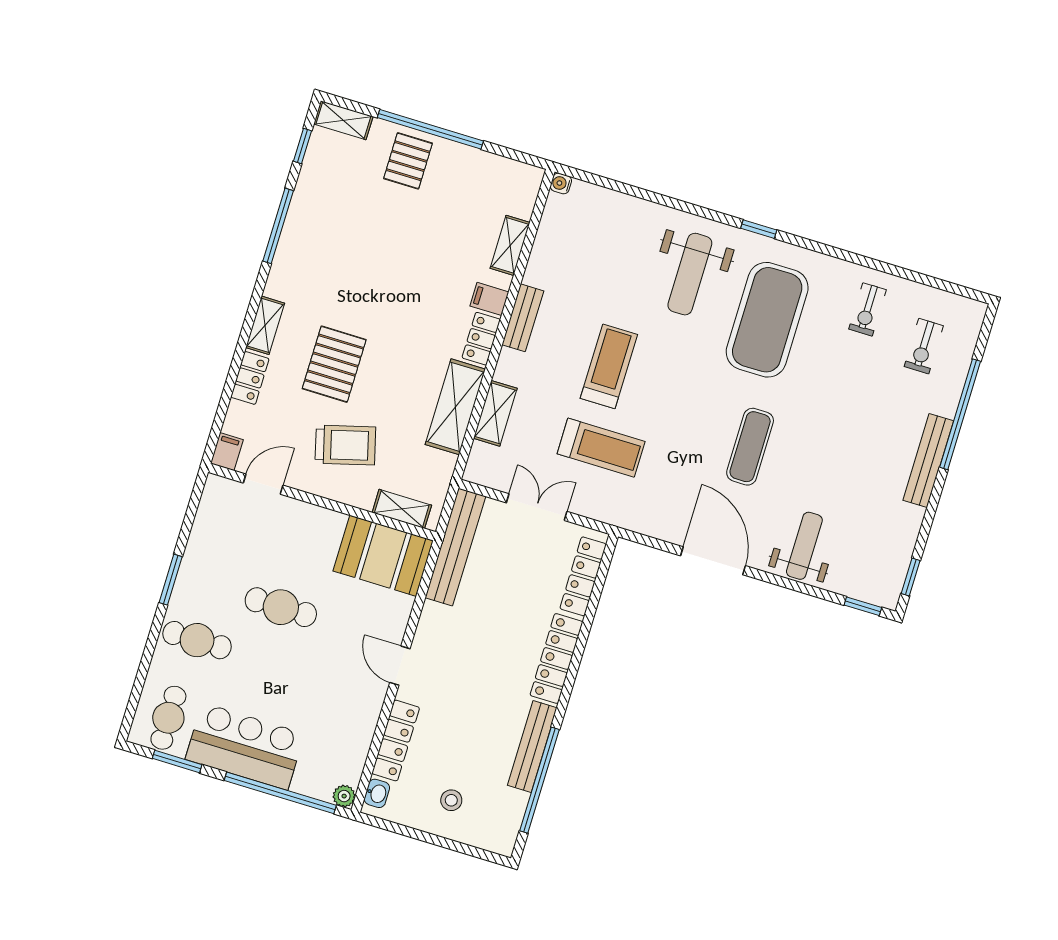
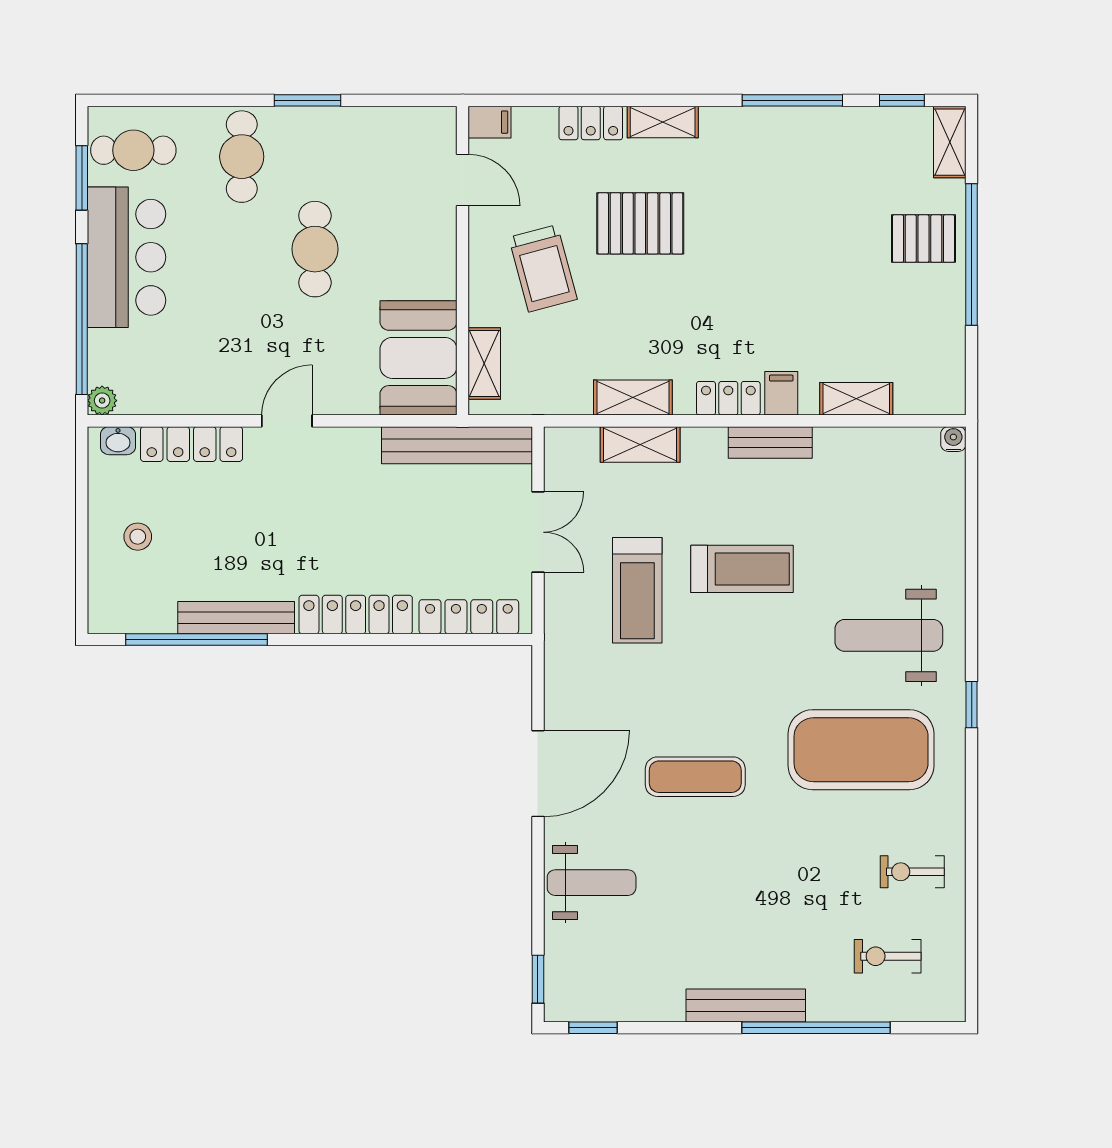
shelving: (455, 407) -> (633, 398), width x0.67, depth x0.75

